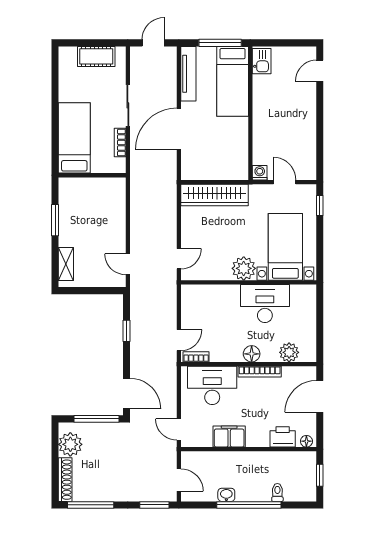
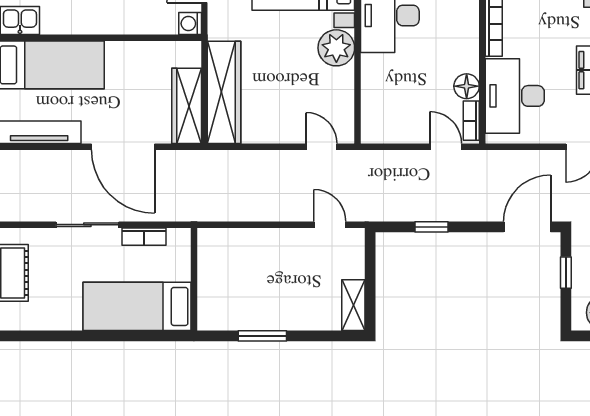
wardrobe: (206, 170) -> (187, 106), added
shelving: (66, 264) -> (353, 305), moved, turned 90
door: (128, 264) -> (330, 225), swing flipped
floor lamp: (252, 354) -> (467, 86), moved
window: (96, 419) -> (566, 273), width x0.46

